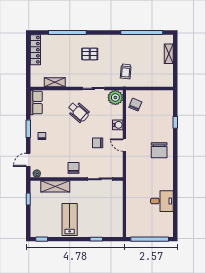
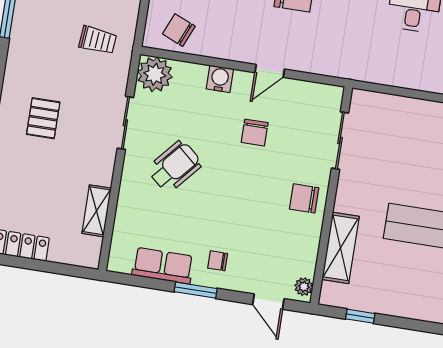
row of seats: (36, 103) -> (163, 266), moved

